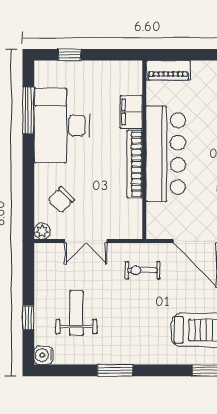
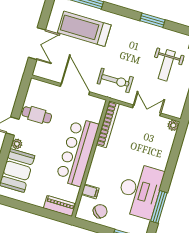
filing cabinet: (131, 112) -> (90, 191), width x0.50
bookcase: (135, 164) -> (108, 124), moved
chair: (61, 200) -> (100, 211), moved
exercise bike: (142, 270) -> (115, 80), width x1.38, depth x1.39

